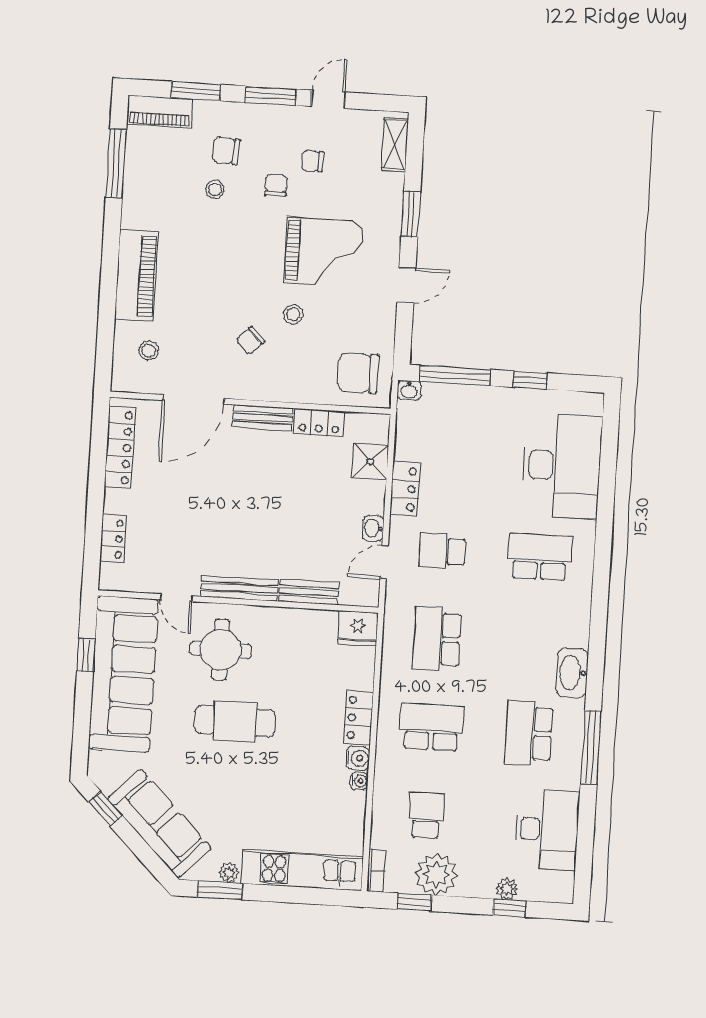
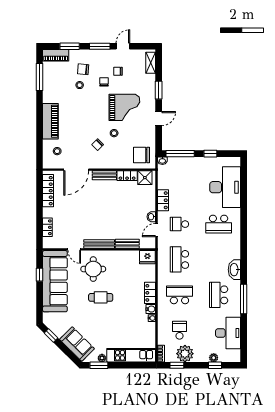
shower: (370, 462) -> (145, 178), moved
school desk: (540, 557) -> (219, 224), turned 180
cafe table: (235, 721) -> (101, 297), width x0.73, depth x0.74
sofa: (159, 823) -> (77, 344), width x0.73

